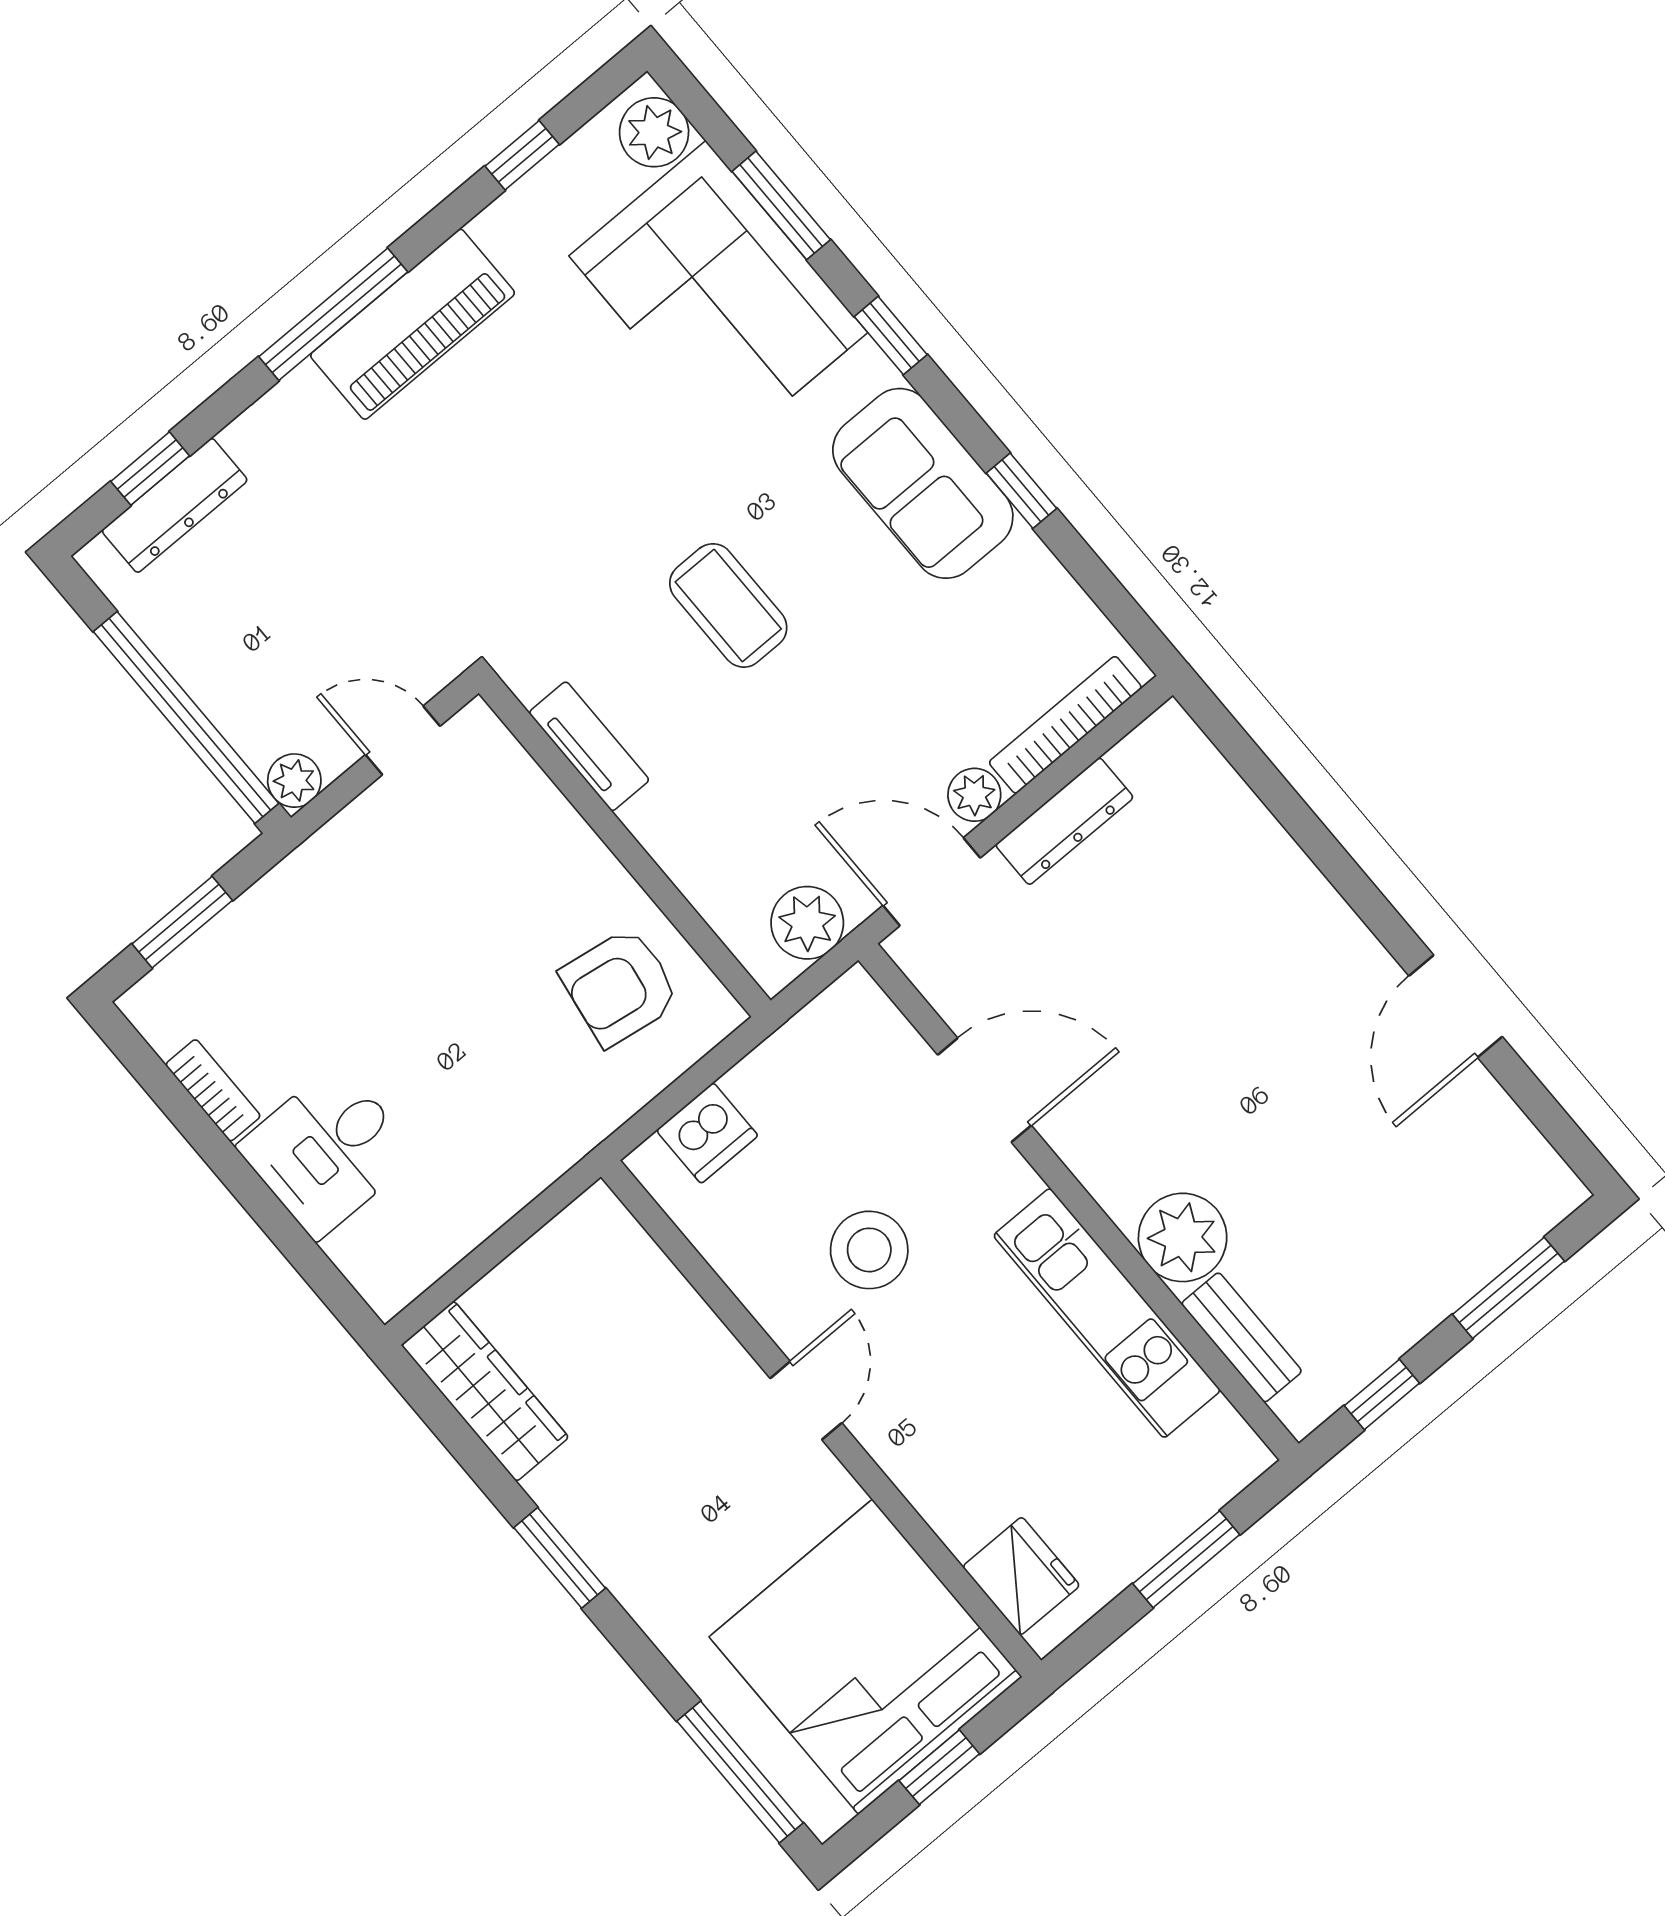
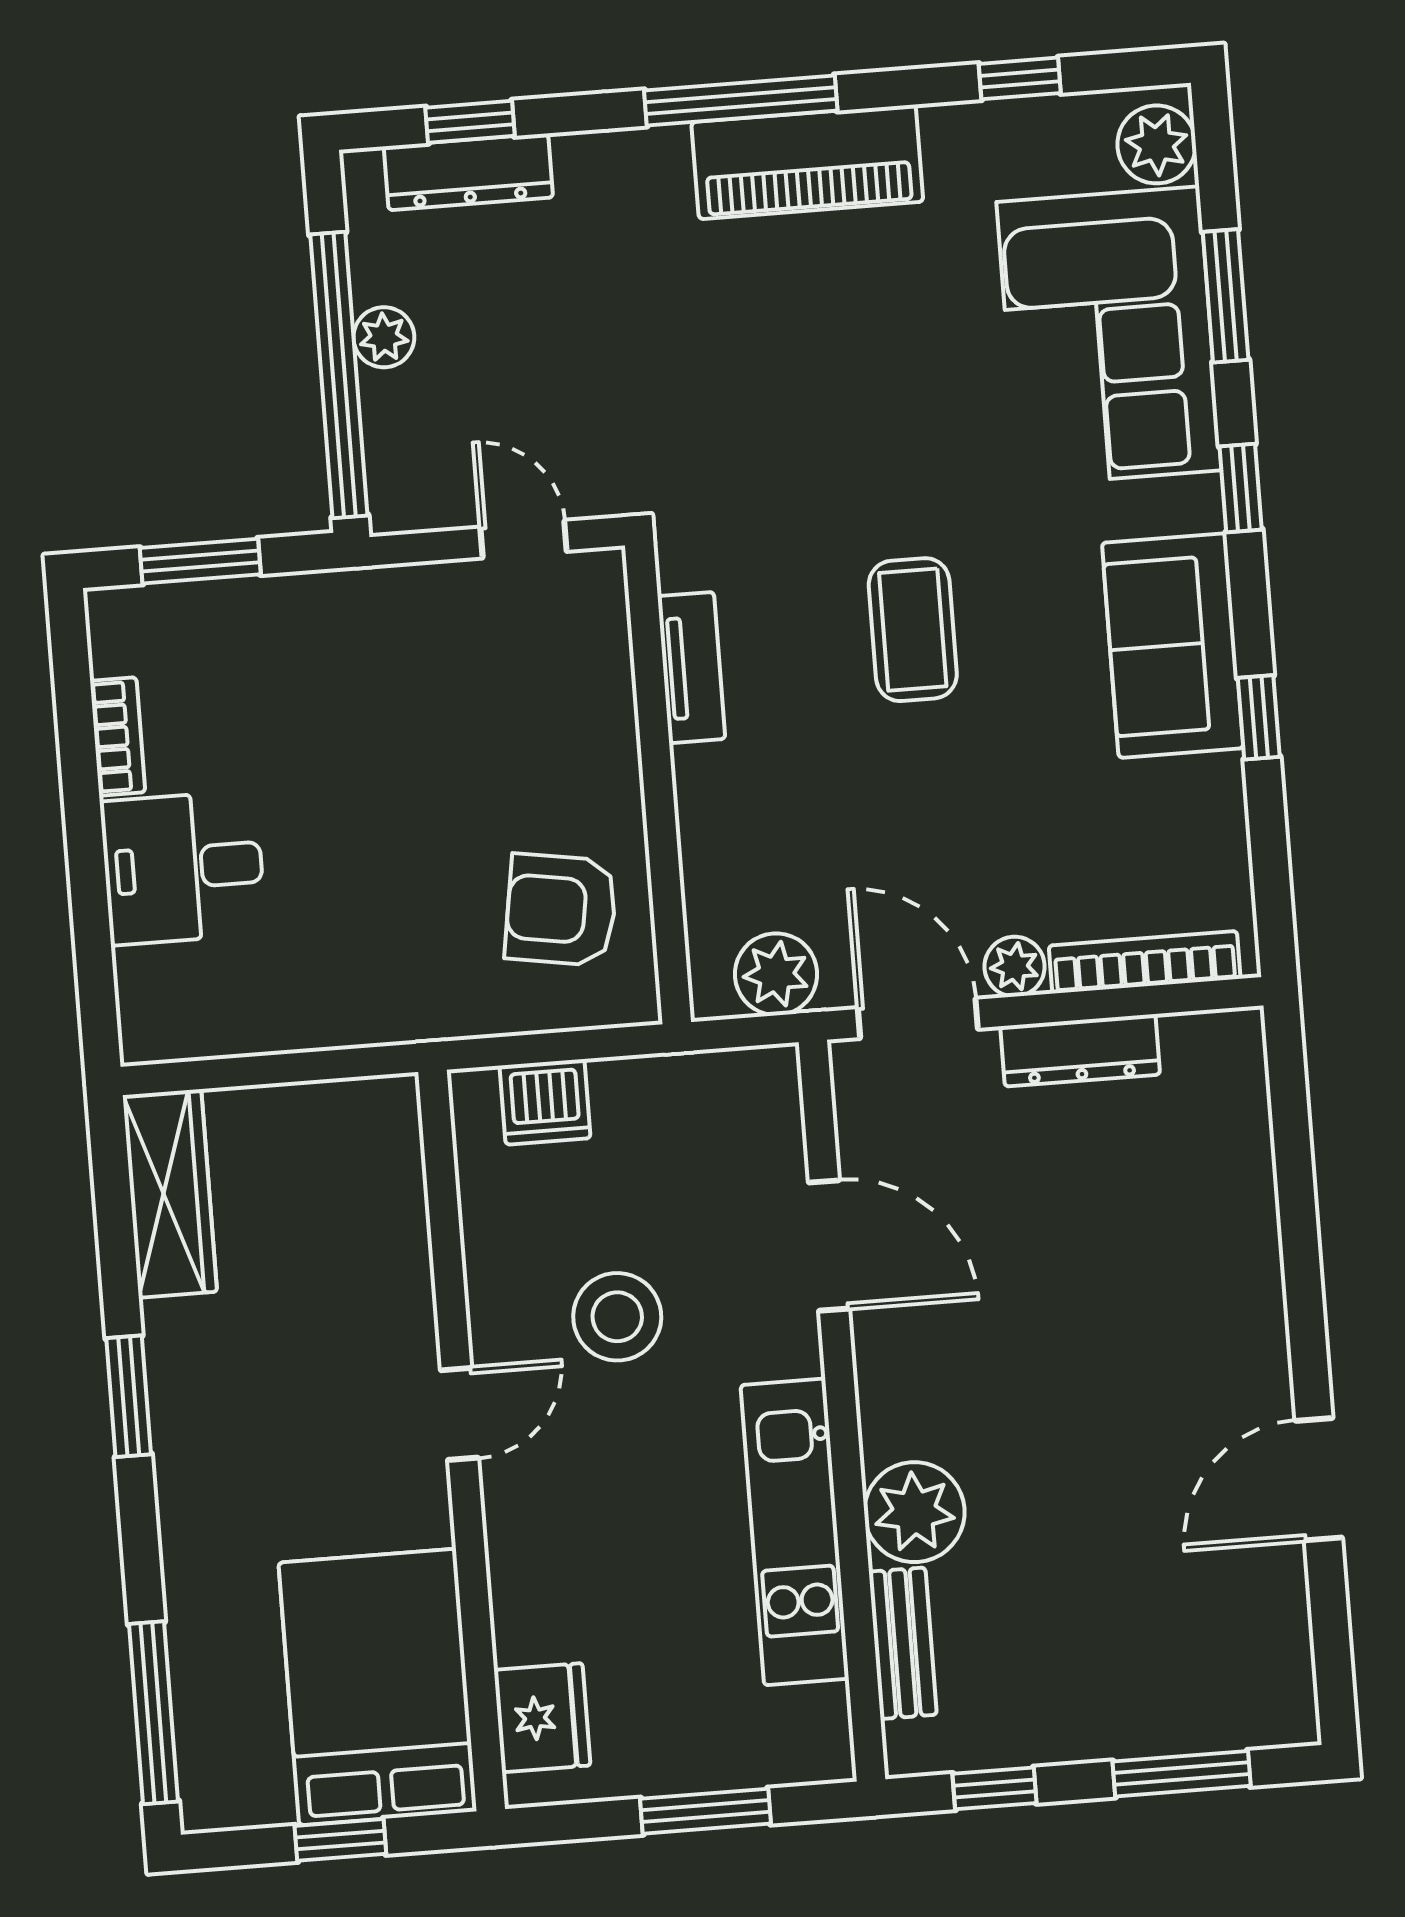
plant: (294, 781) -> (384, 337), moved
bed: (866, 1657) -> (378, 1687), width x0.73

